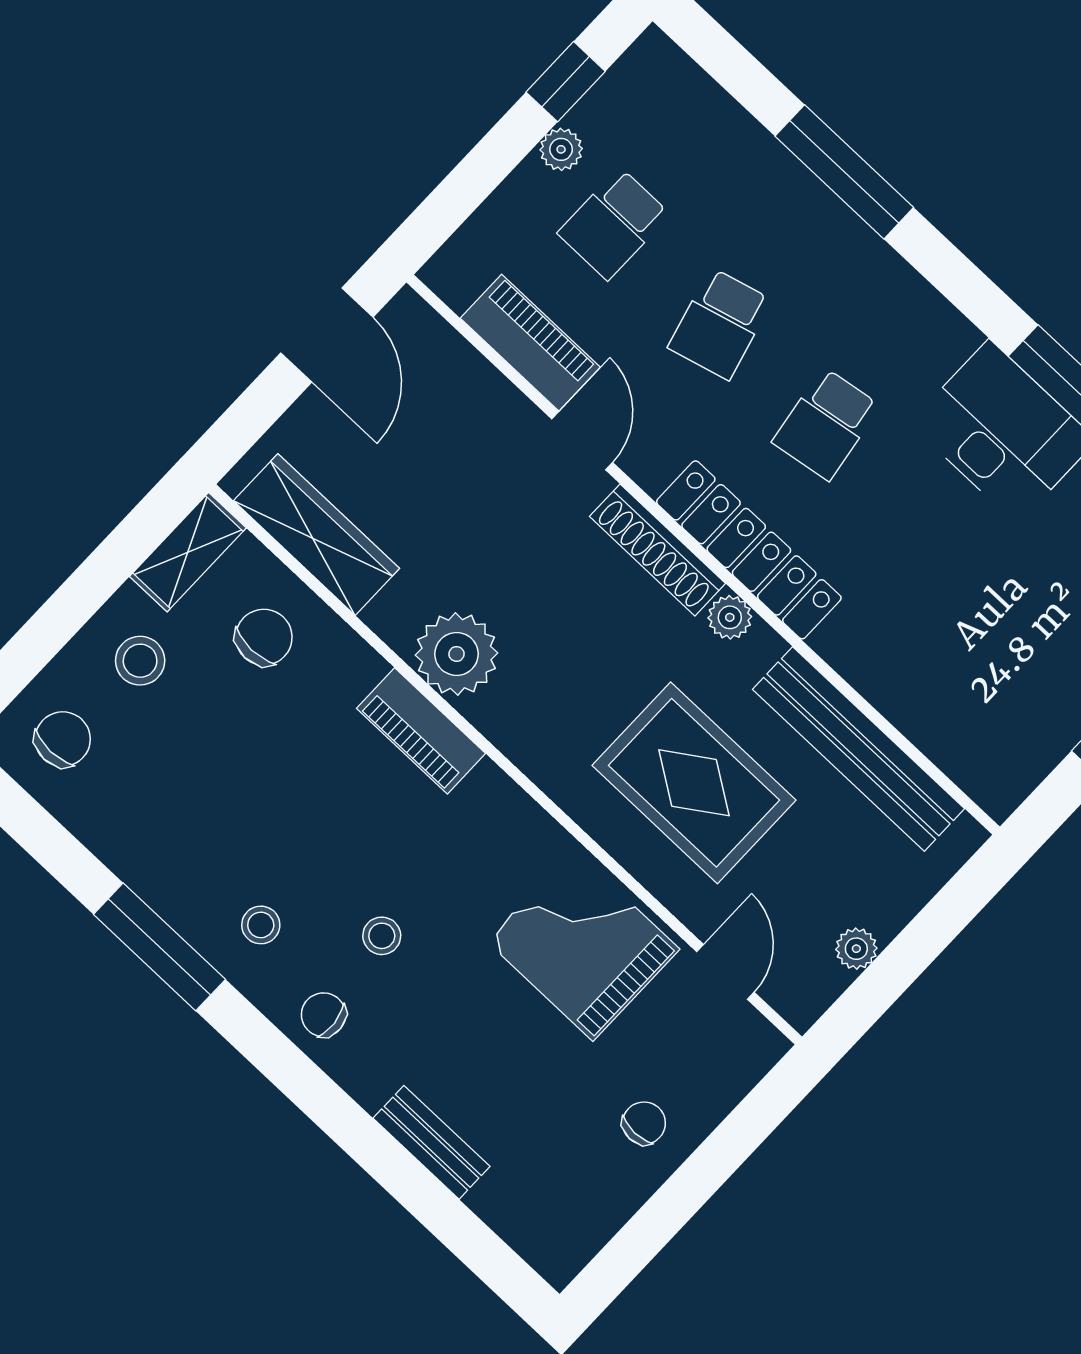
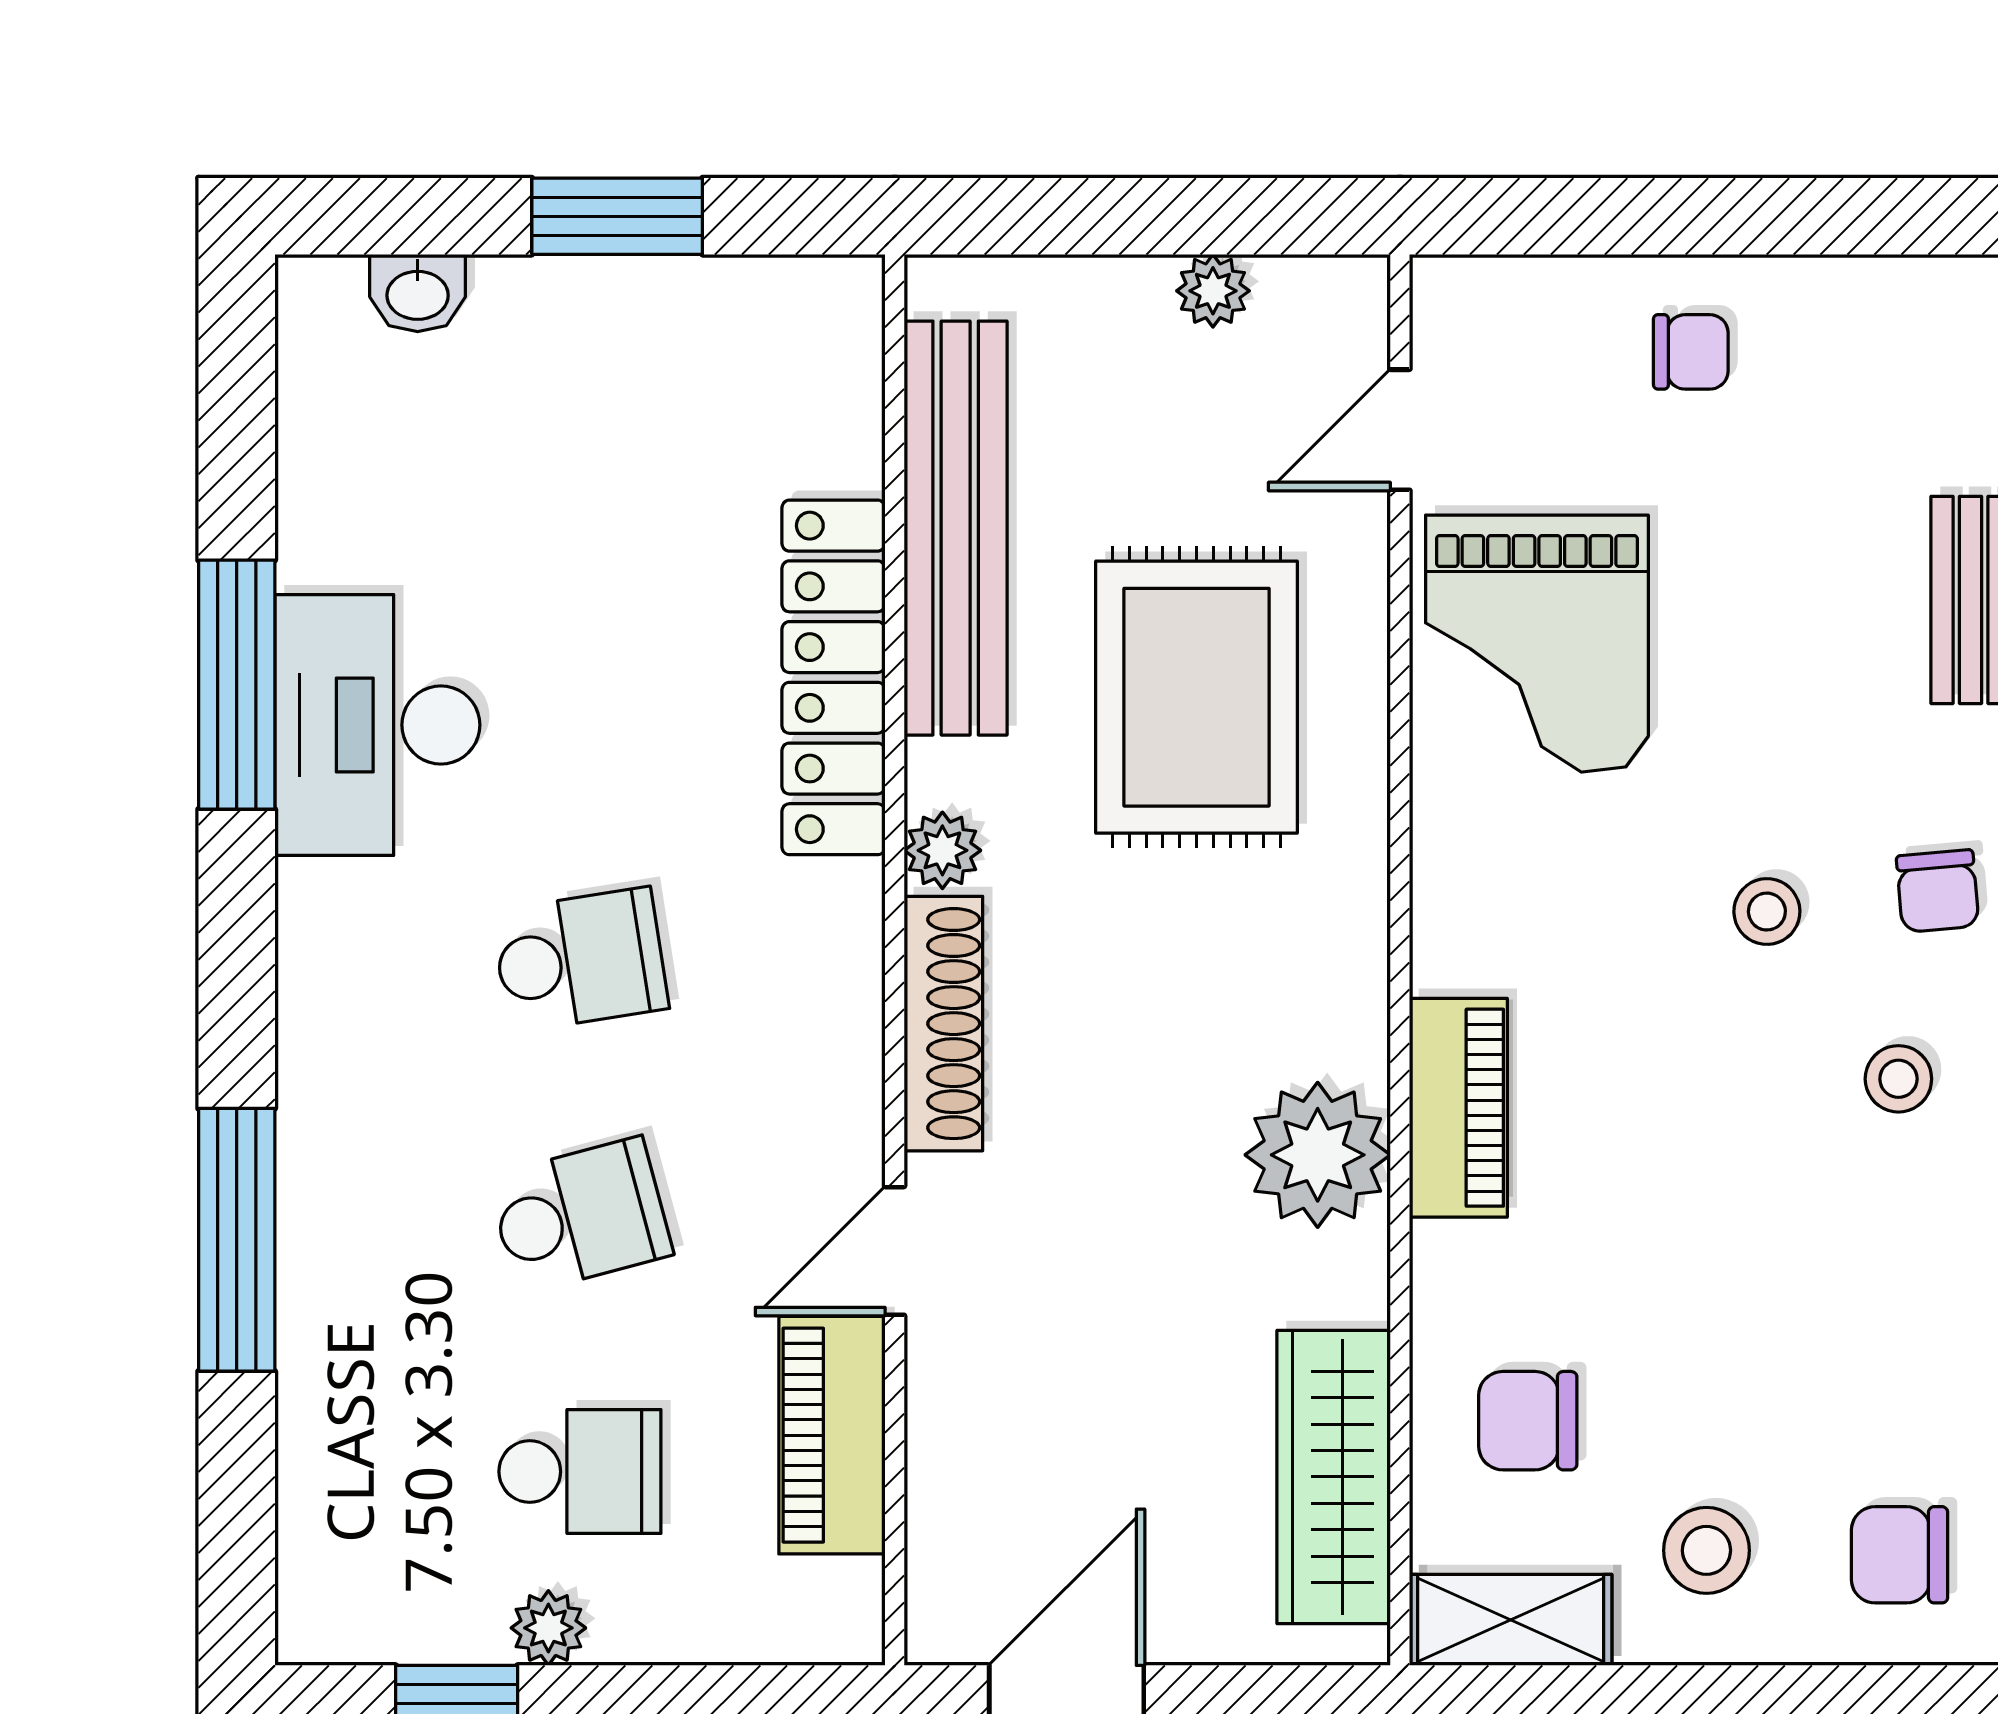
locker: (749, 550) -> (834, 677), moved
chair: (644, 1123) -> (1691, 352), turned 180

